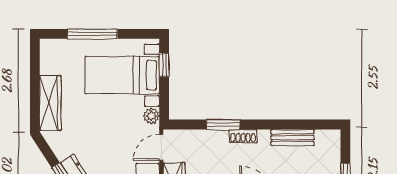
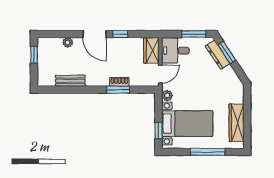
wardrobe: (50, 103) -> (237, 123), moved
shoe rack: (243, 136) -> (119, 82), moved

